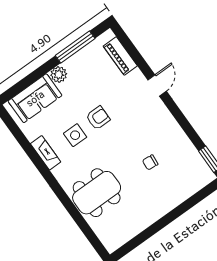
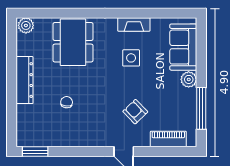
armchair: (98, 118) -> (135, 112), moved, turned 136
dresser: (157, 210) -> (25, 80), added
plant: (111, 242) -> (26, 25), added

